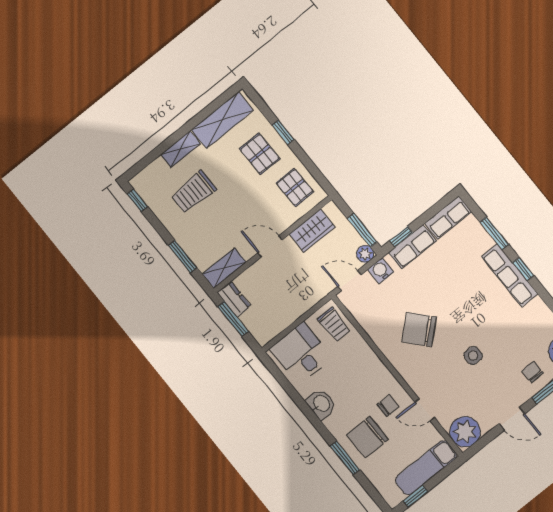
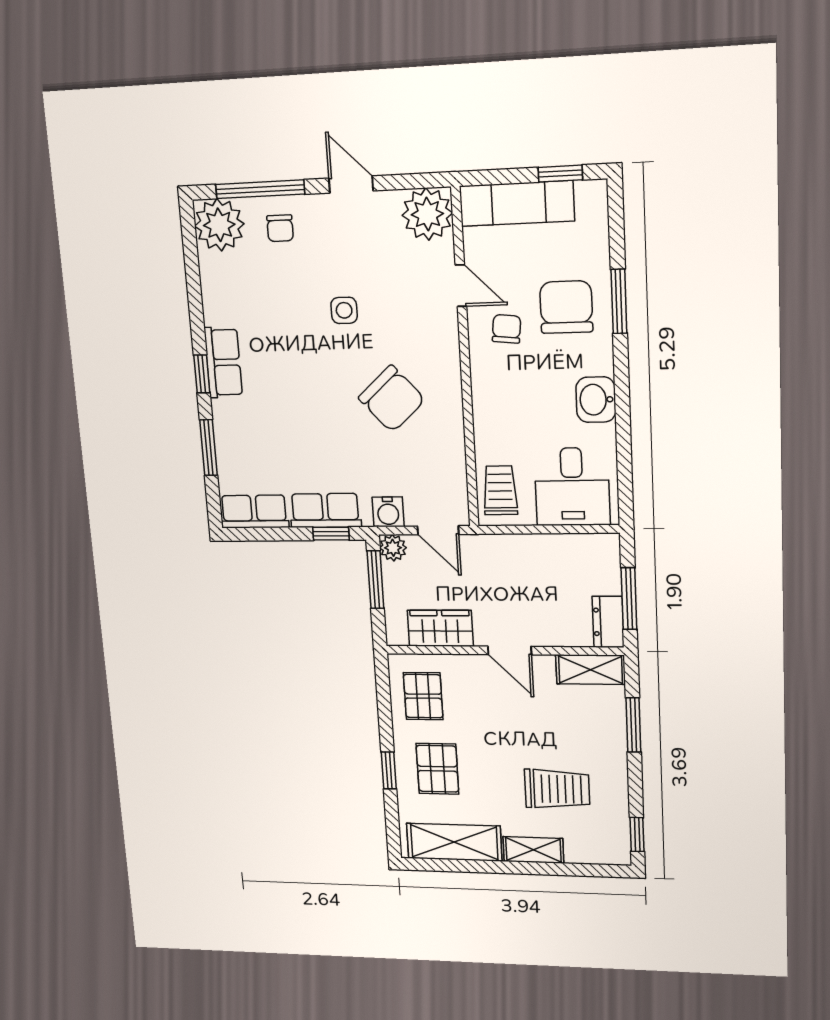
row of seats: (510, 275) -> (223, 362), width x0.68
chair: (388, 406) -> (507, 329), turned 96
chair: (367, 437) -> (566, 307), turned -90

